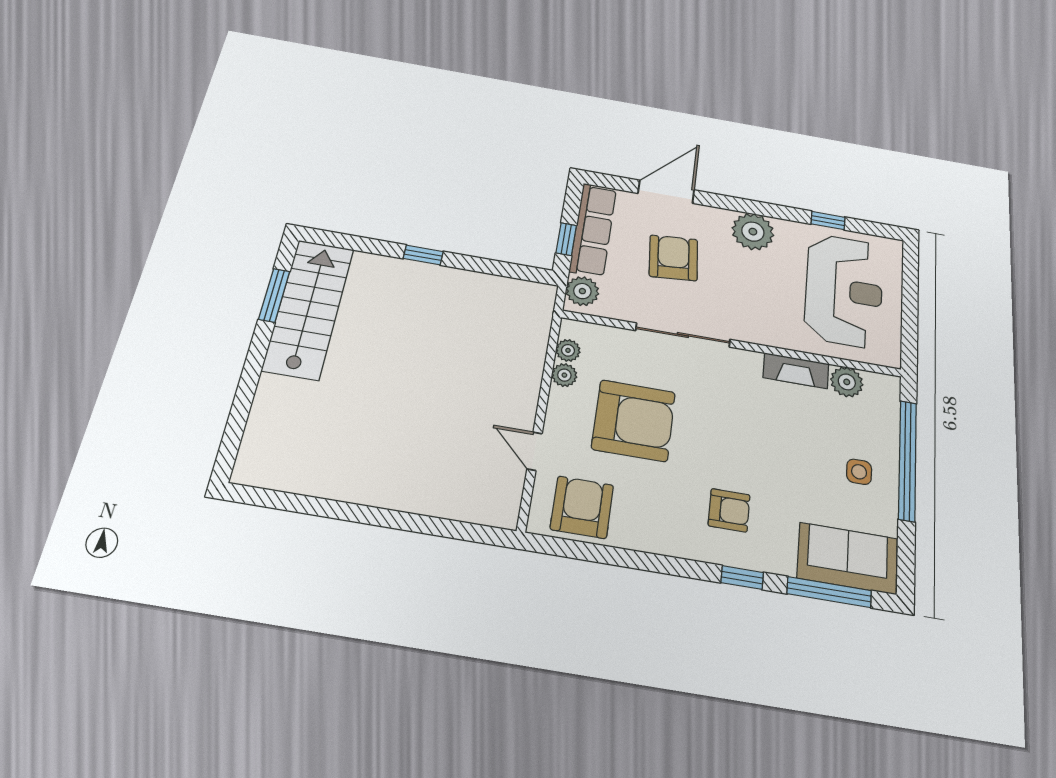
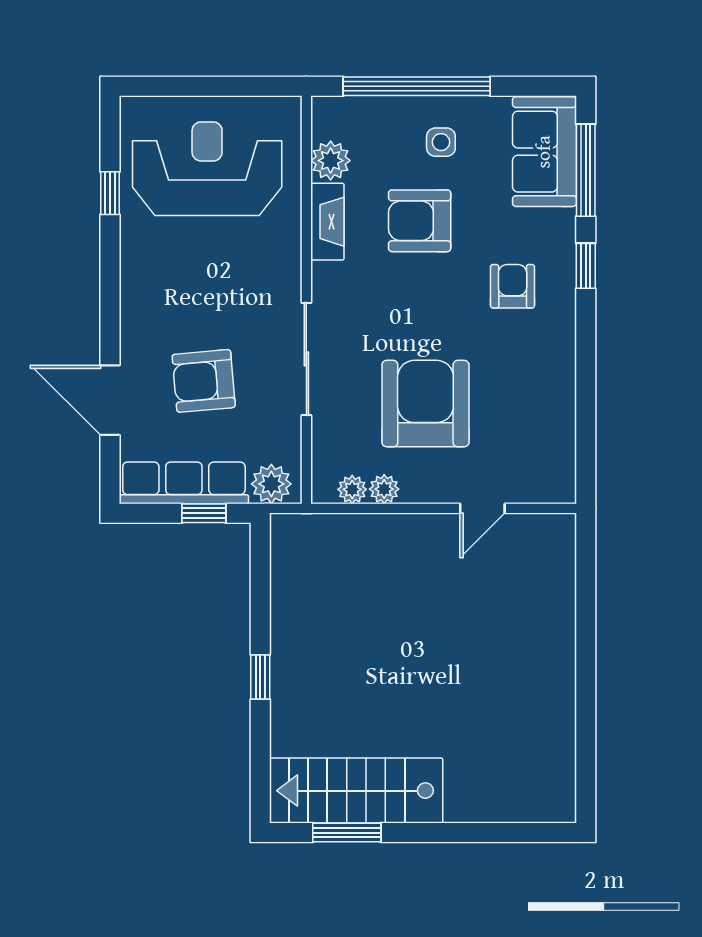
plant: (753, 232) -> (146, 287), removed
armchair: (582, 507) -> (420, 221), moved

